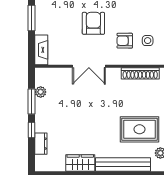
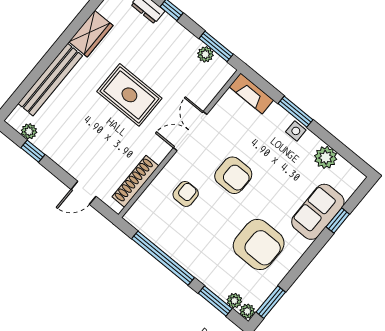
side table: (148, 41) -> (296, 131), moved
window: (32, 101) -> (216, 46), moved
rug: (139, 129) -> (129, 95), moved, turned 90

